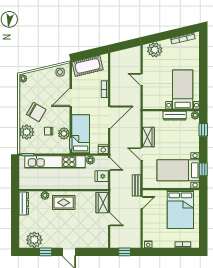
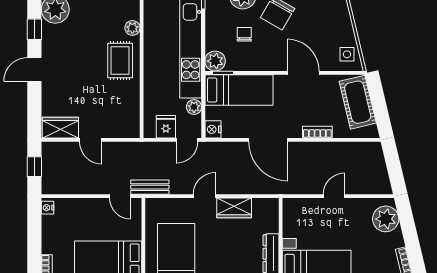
plant: (64, 133) -> (215, 61), moved
wardrobe: (102, 203) -> (60, 128), moved
door: (109, 219) -> (91, 140), hinge flipped

